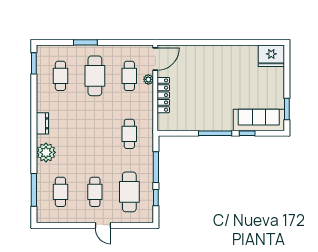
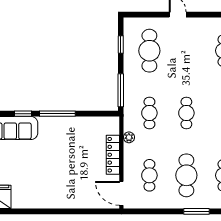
door: (155, 59) -> (121, 193), hinge flipped
plant: (148, 79) -> (129, 137), moved
window: (156, 167) -> (121, 90), moved
cafe table: (95, 192) -> (186, 113), moved

